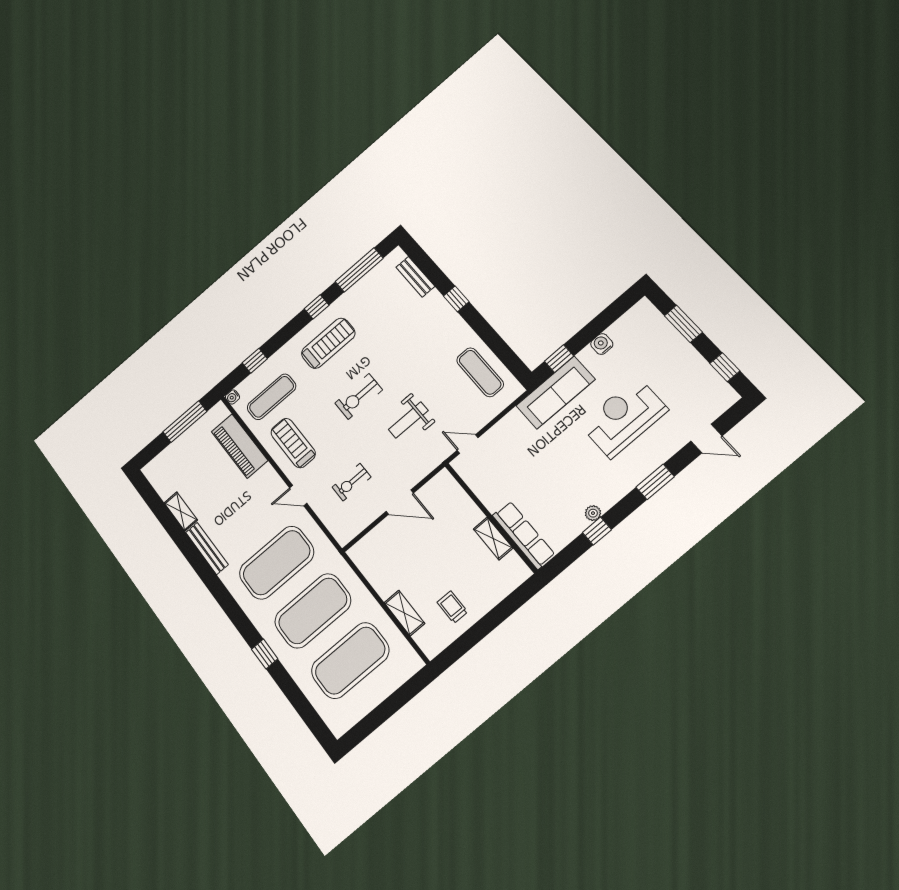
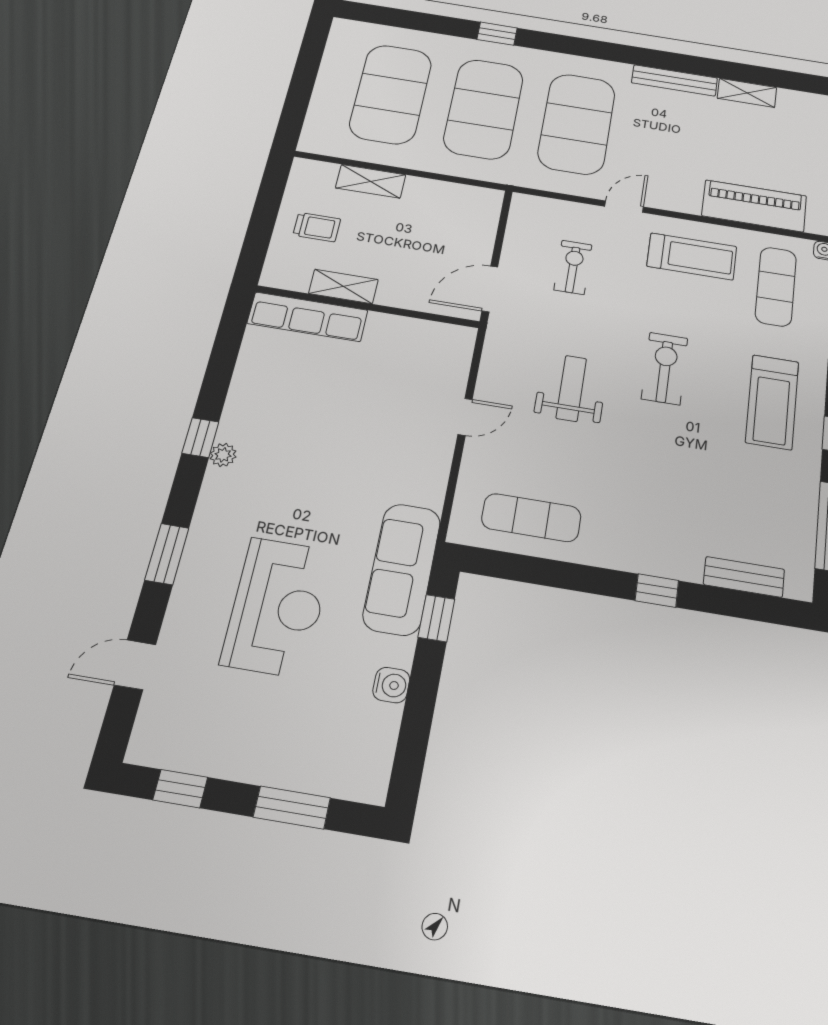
wall: (491, 517) -> (368, 307), moved
row of seats: (524, 535) -> (308, 317), moved
shelving: (493, 538) -> (343, 286), moved

